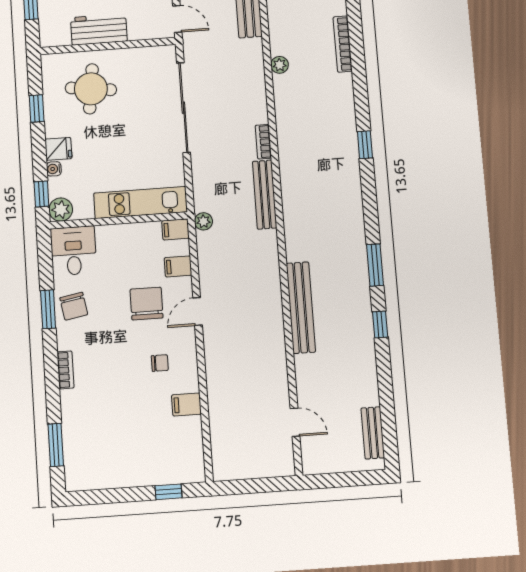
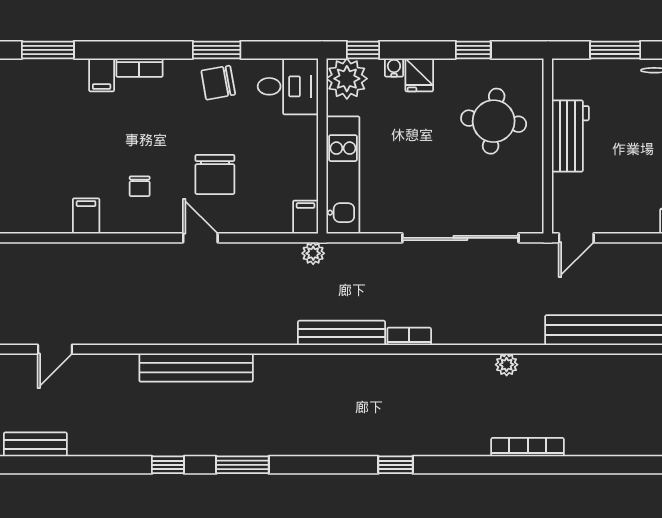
plant: (61, 210) -> (347, 79), width x1.36, depth x1.36
filing cabinet: (178, 266) -> (102, 75), moved, turned 180
chair: (147, 304) -> (215, 174), turned 90

